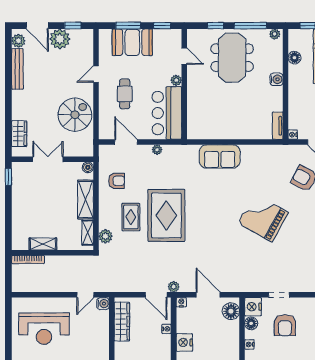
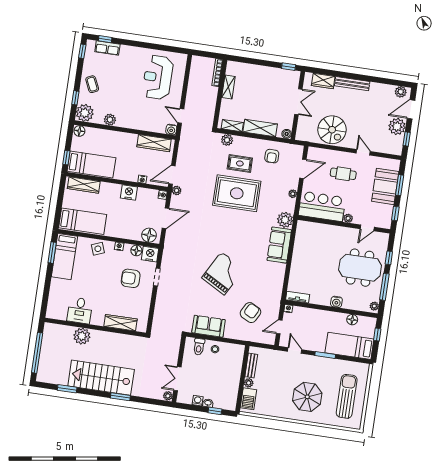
bench: (17, 69) -> (352, 84), moved
plant: (189, 154) -> (285, 220), added

